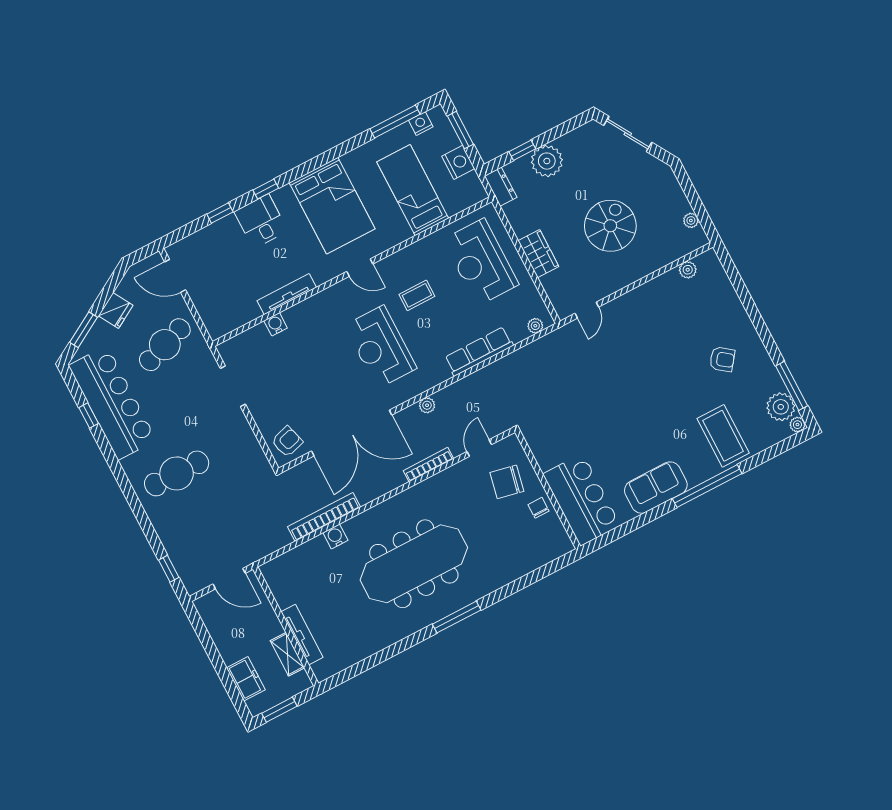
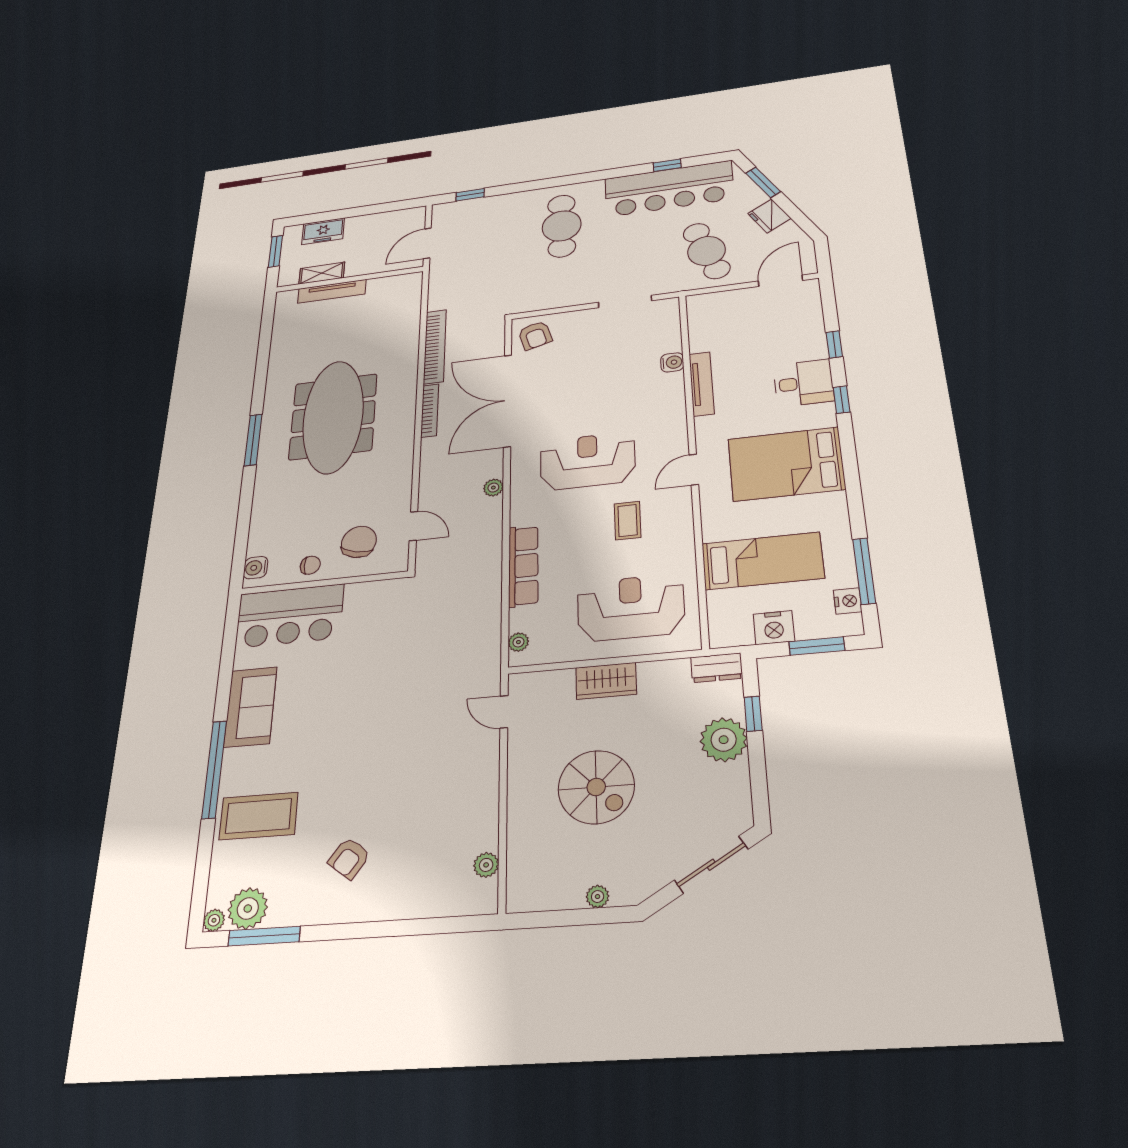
plant: (691, 220) -> (598, 897), moved
bookcase: (428, 465) -> (430, 411), moved
water cooler: (335, 536) -> (256, 568), moved, turned 180

